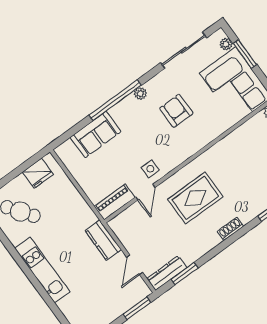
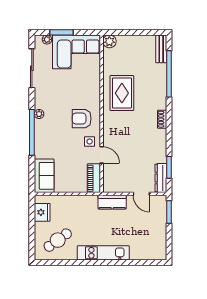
armchair: (176, 111) -> (82, 119), moved
sofa: (96, 134) -> (44, 176), moved
rug: (195, 198) -> (122, 93), moved

